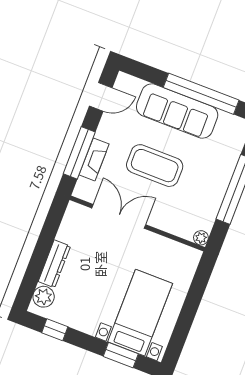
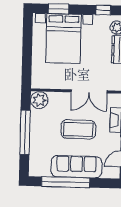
plant: (201, 238) -> (39, 100), width x1.88, depth x1.88
bed with nightstands: (140, 313) -> (63, 39), width x1.36

